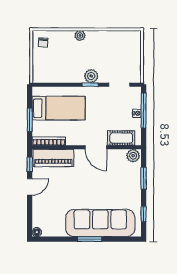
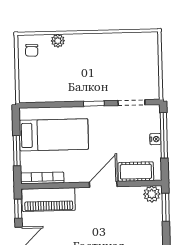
plant: (80, 36) -> (58, 41), moved
plant: (91, 76) -> (95, 92), removed
door: (96, 147) -> (103, 184), swing flipped
window: (144, 178) -> (166, 207), moved

